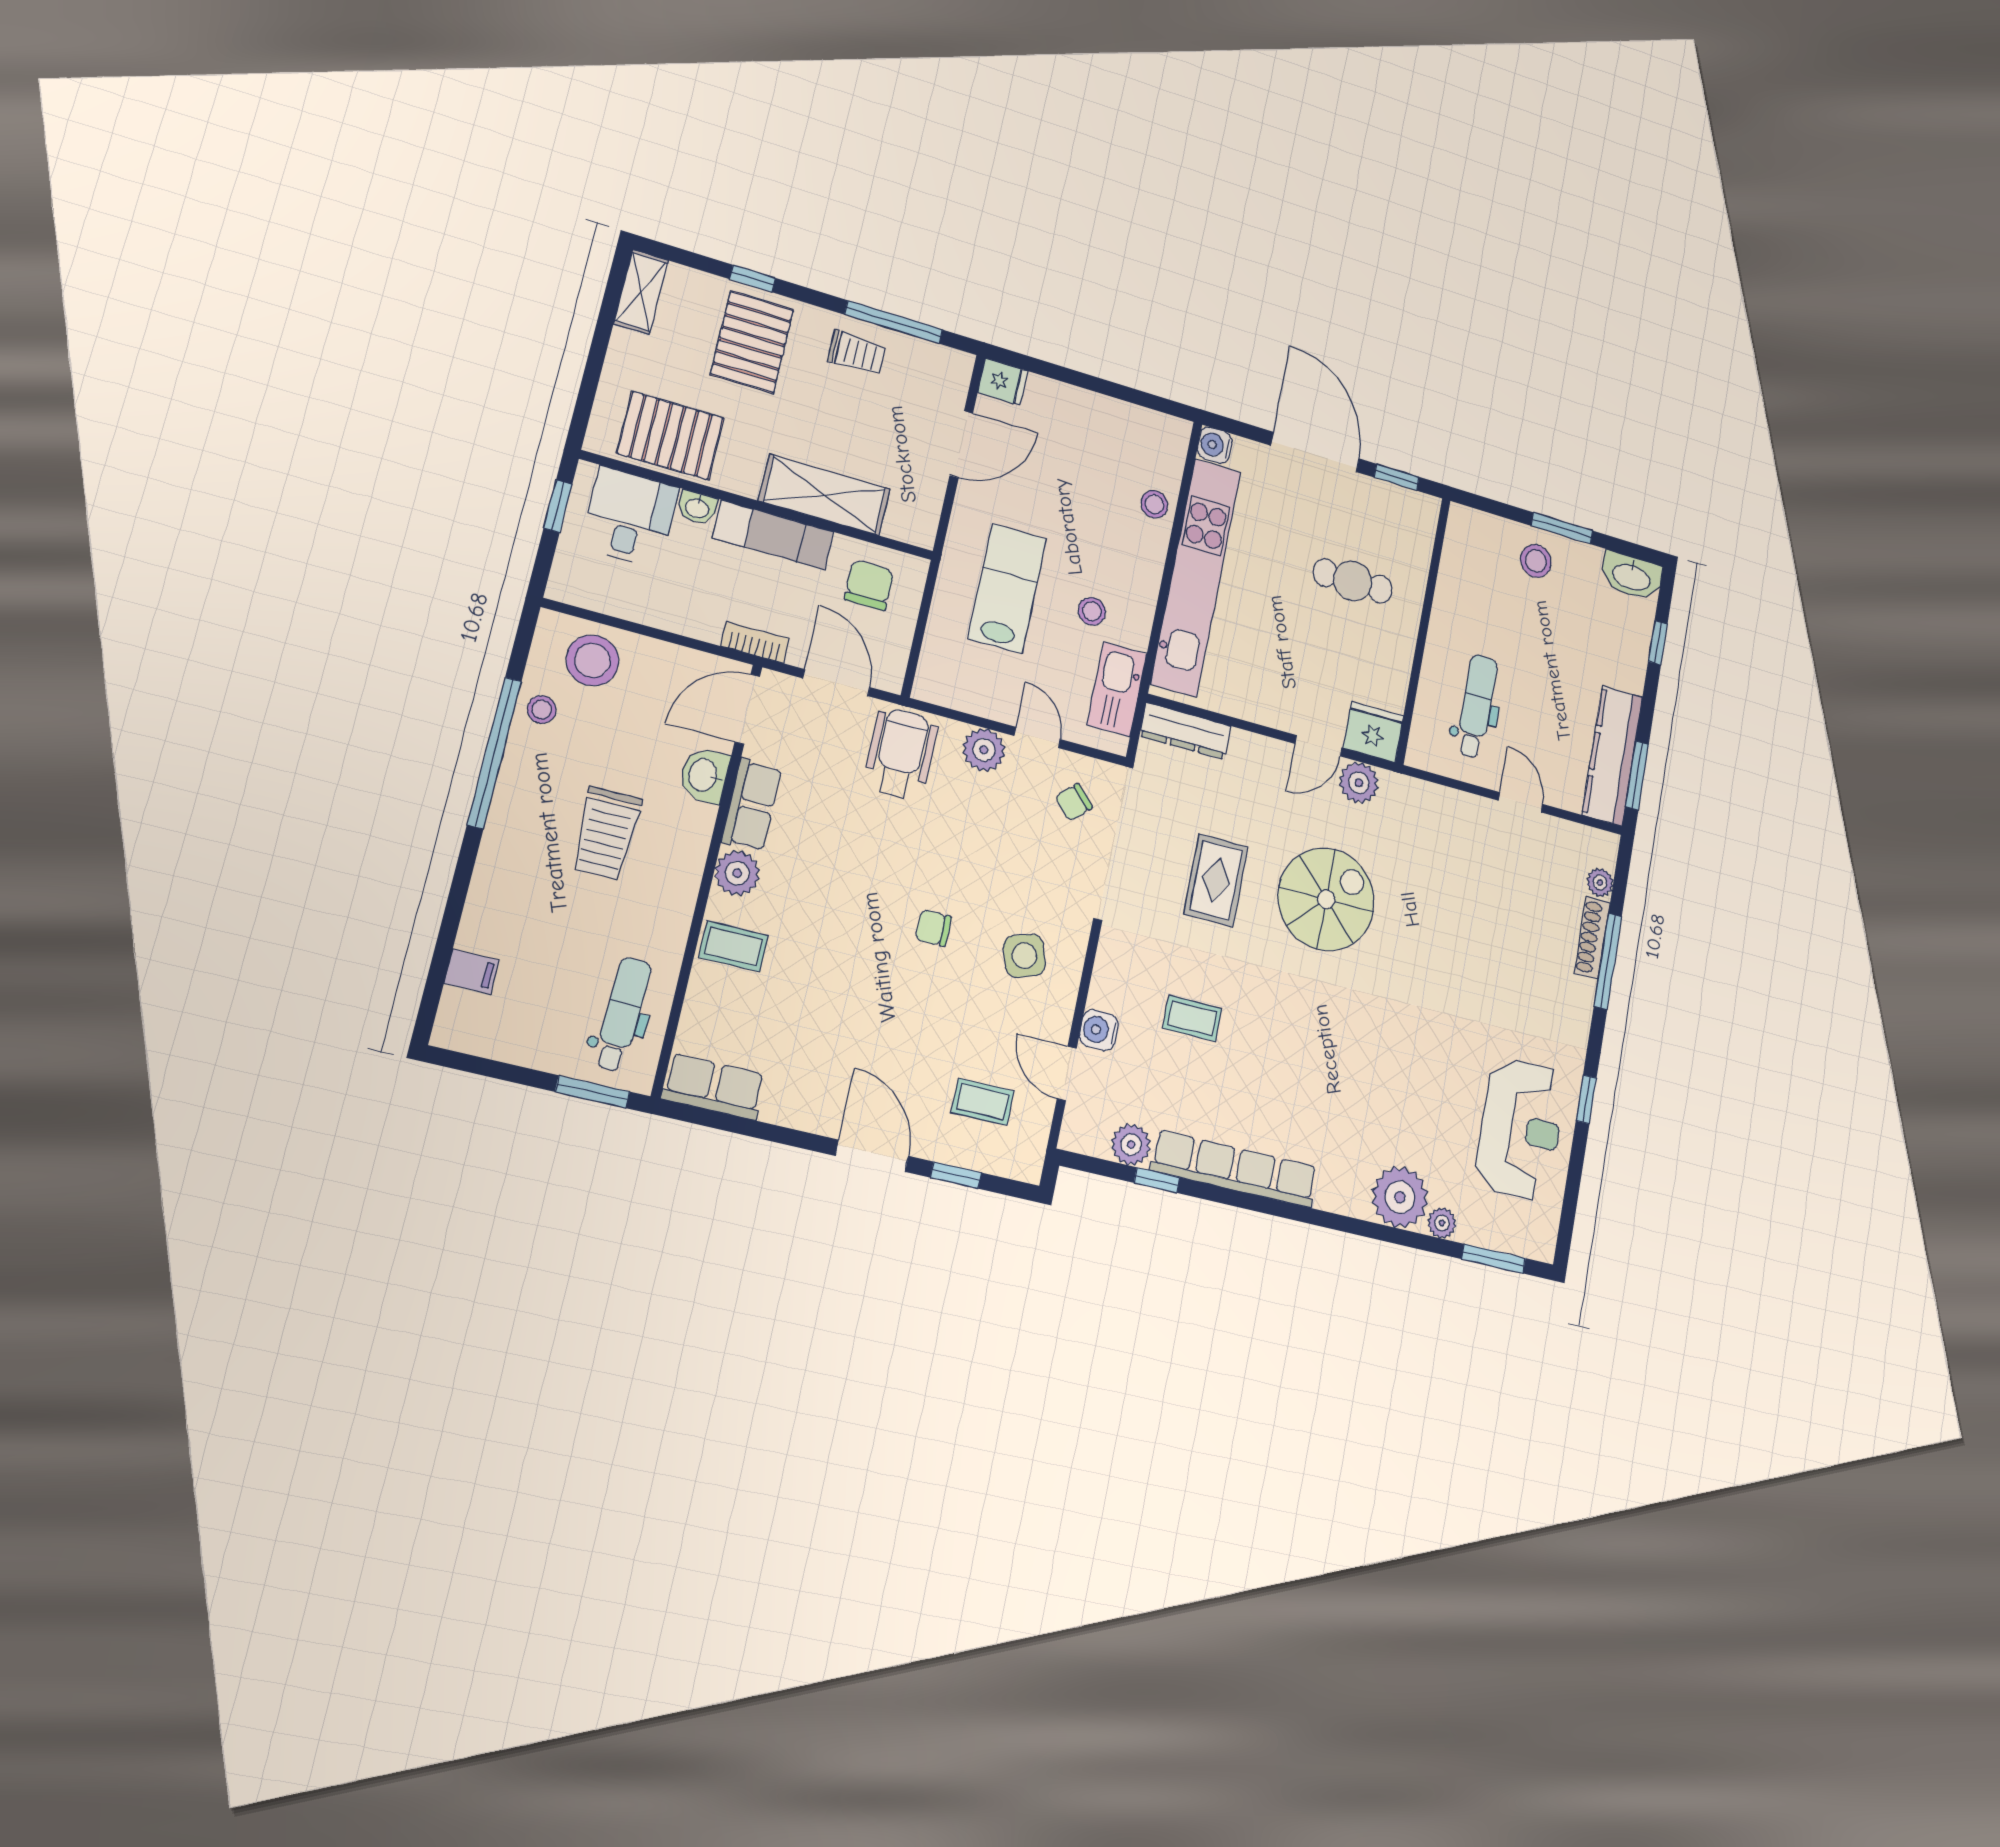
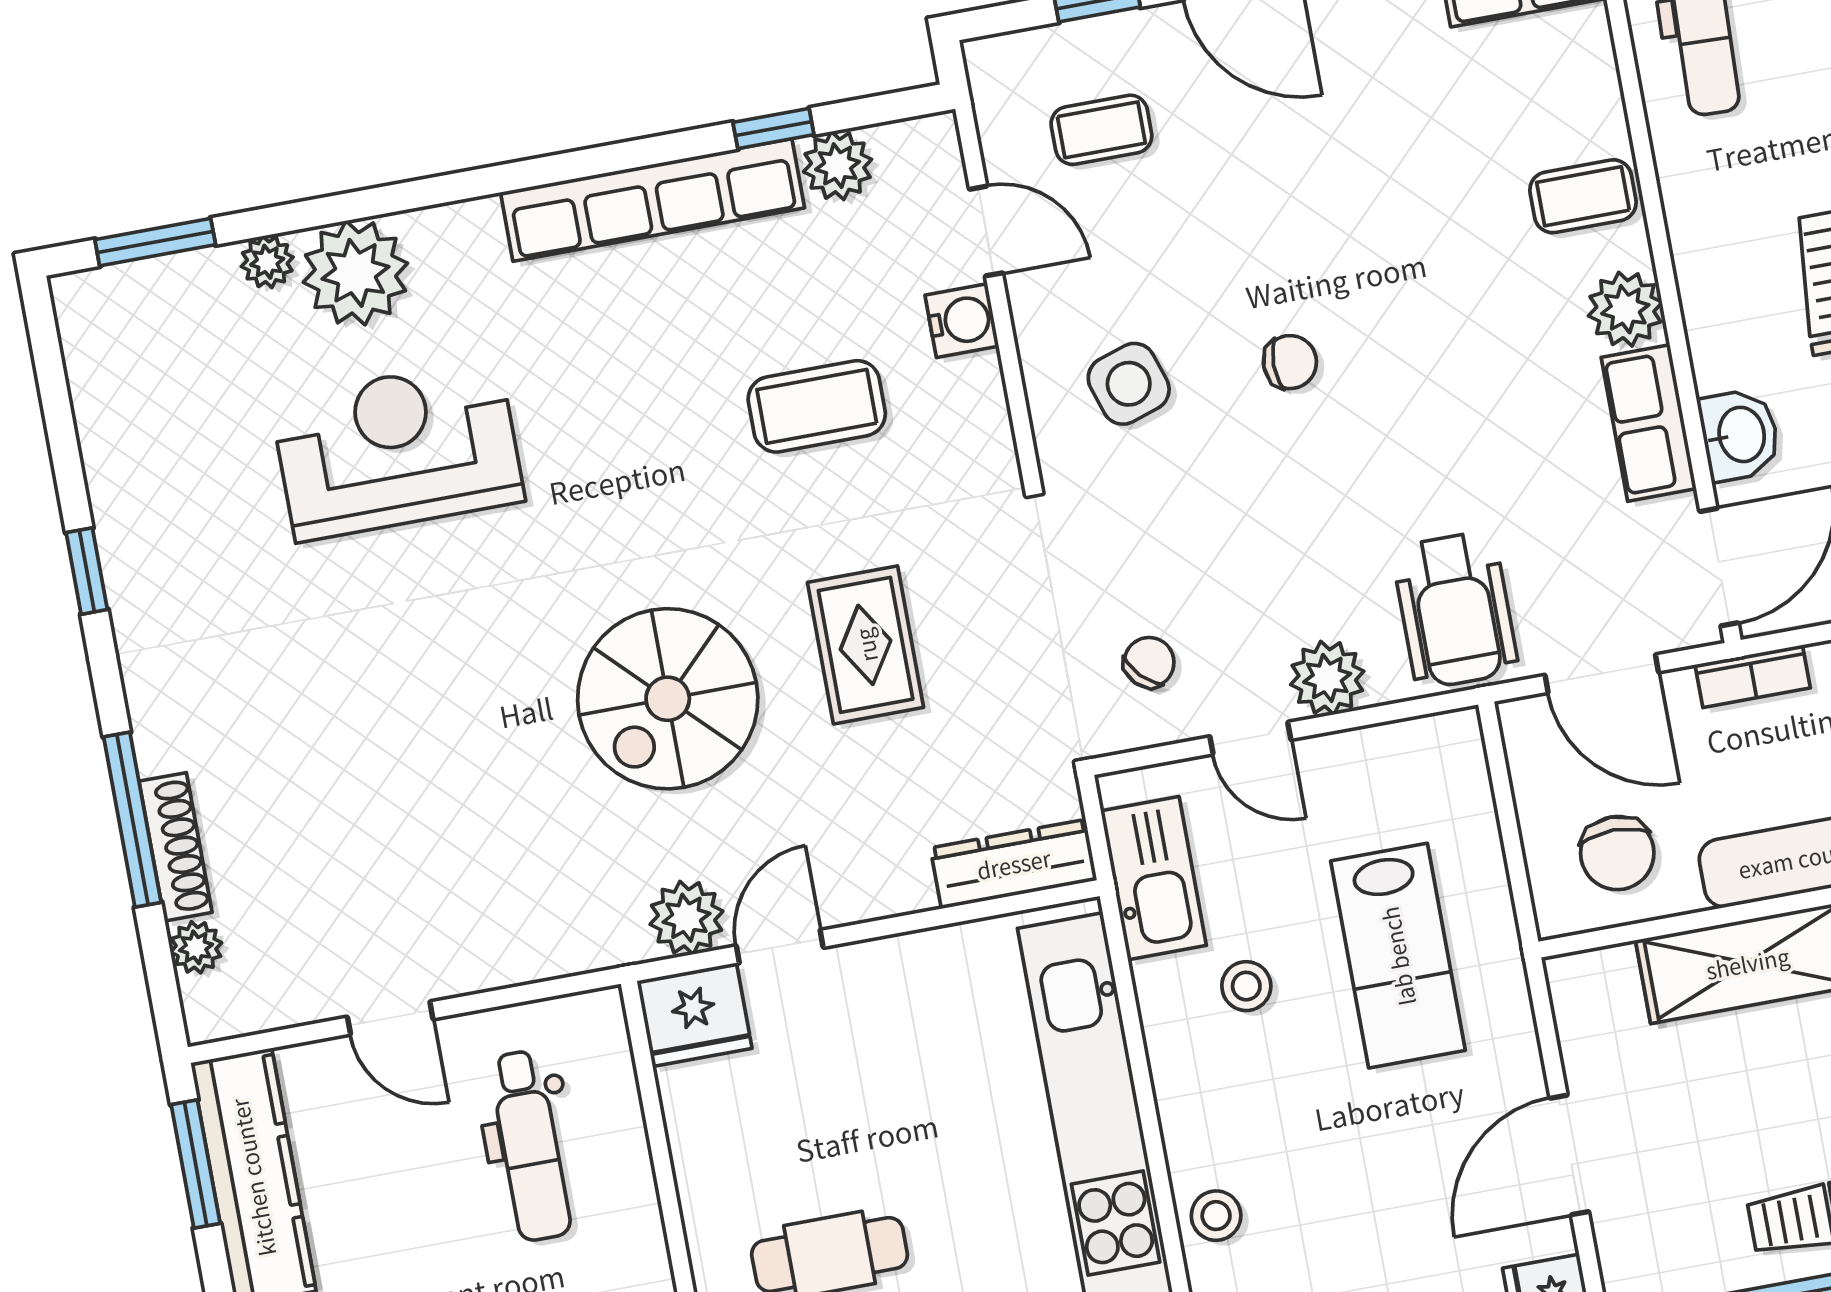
coffee table: (1192, 1018) -> (817, 406), width x1.36, depth x1.30
reception desk: (1521, 1129) -> (397, 450), moved, turned 90

